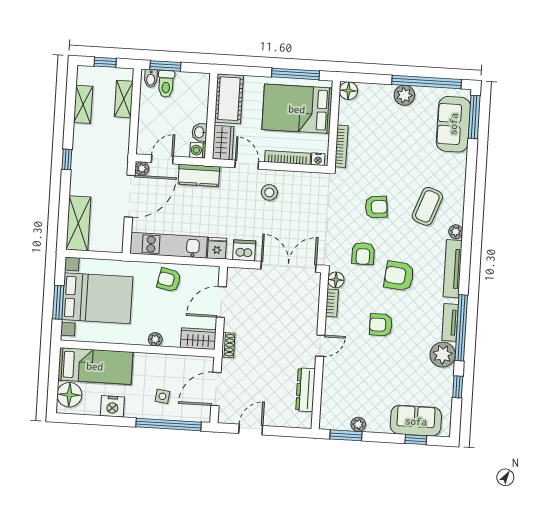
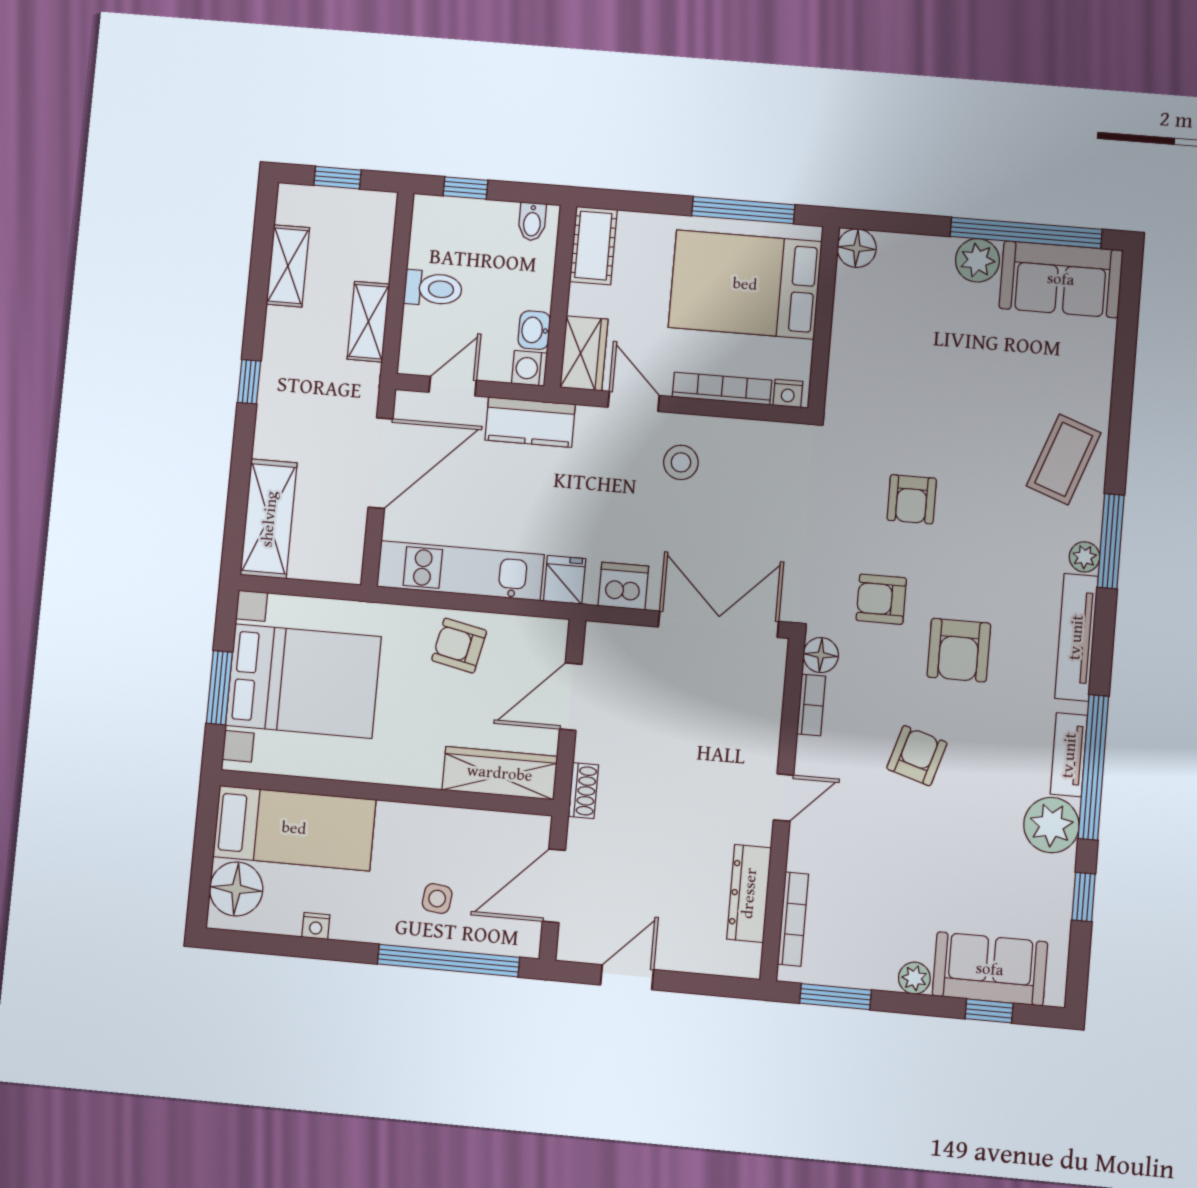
window: (165, 66) -> (465, 188), width x0.67
bidet: (151, 78) -> (532, 222), moved
toilet: (166, 84) -> (433, 289), moved, turned -90
shelving: (124, 99) -> (368, 322), moved
cot: (229, 99) -> (593, 246), width x0.73, depth x0.75
window: (474, 117) -> (1111, 541), moved
sofa: (453, 124) -> (1061, 279), moved, turned -90
bookcase: (341, 146) -> (793, 919), moved
plant: (142, 169) -> (408, 405), removed
coffee table: (427, 206) -> (1064, 459), moved
armchair: (376, 207) -> (912, 499), turned 96
armchair: (363, 253) -> (881, 599), turned 90
armchair: (399, 276) -> (959, 650), turned -96
armchair: (381, 325) -> (917, 756), turned 107
plant: (155, 339) -> (425, 774), removed
wardrobe: (198, 339) -> (500, 773), width x1.50
nightstand: (112, 406) -> (316, 926), width x0.53, depth x0.56
plant: (358, 424) -> (914, 978), moved

